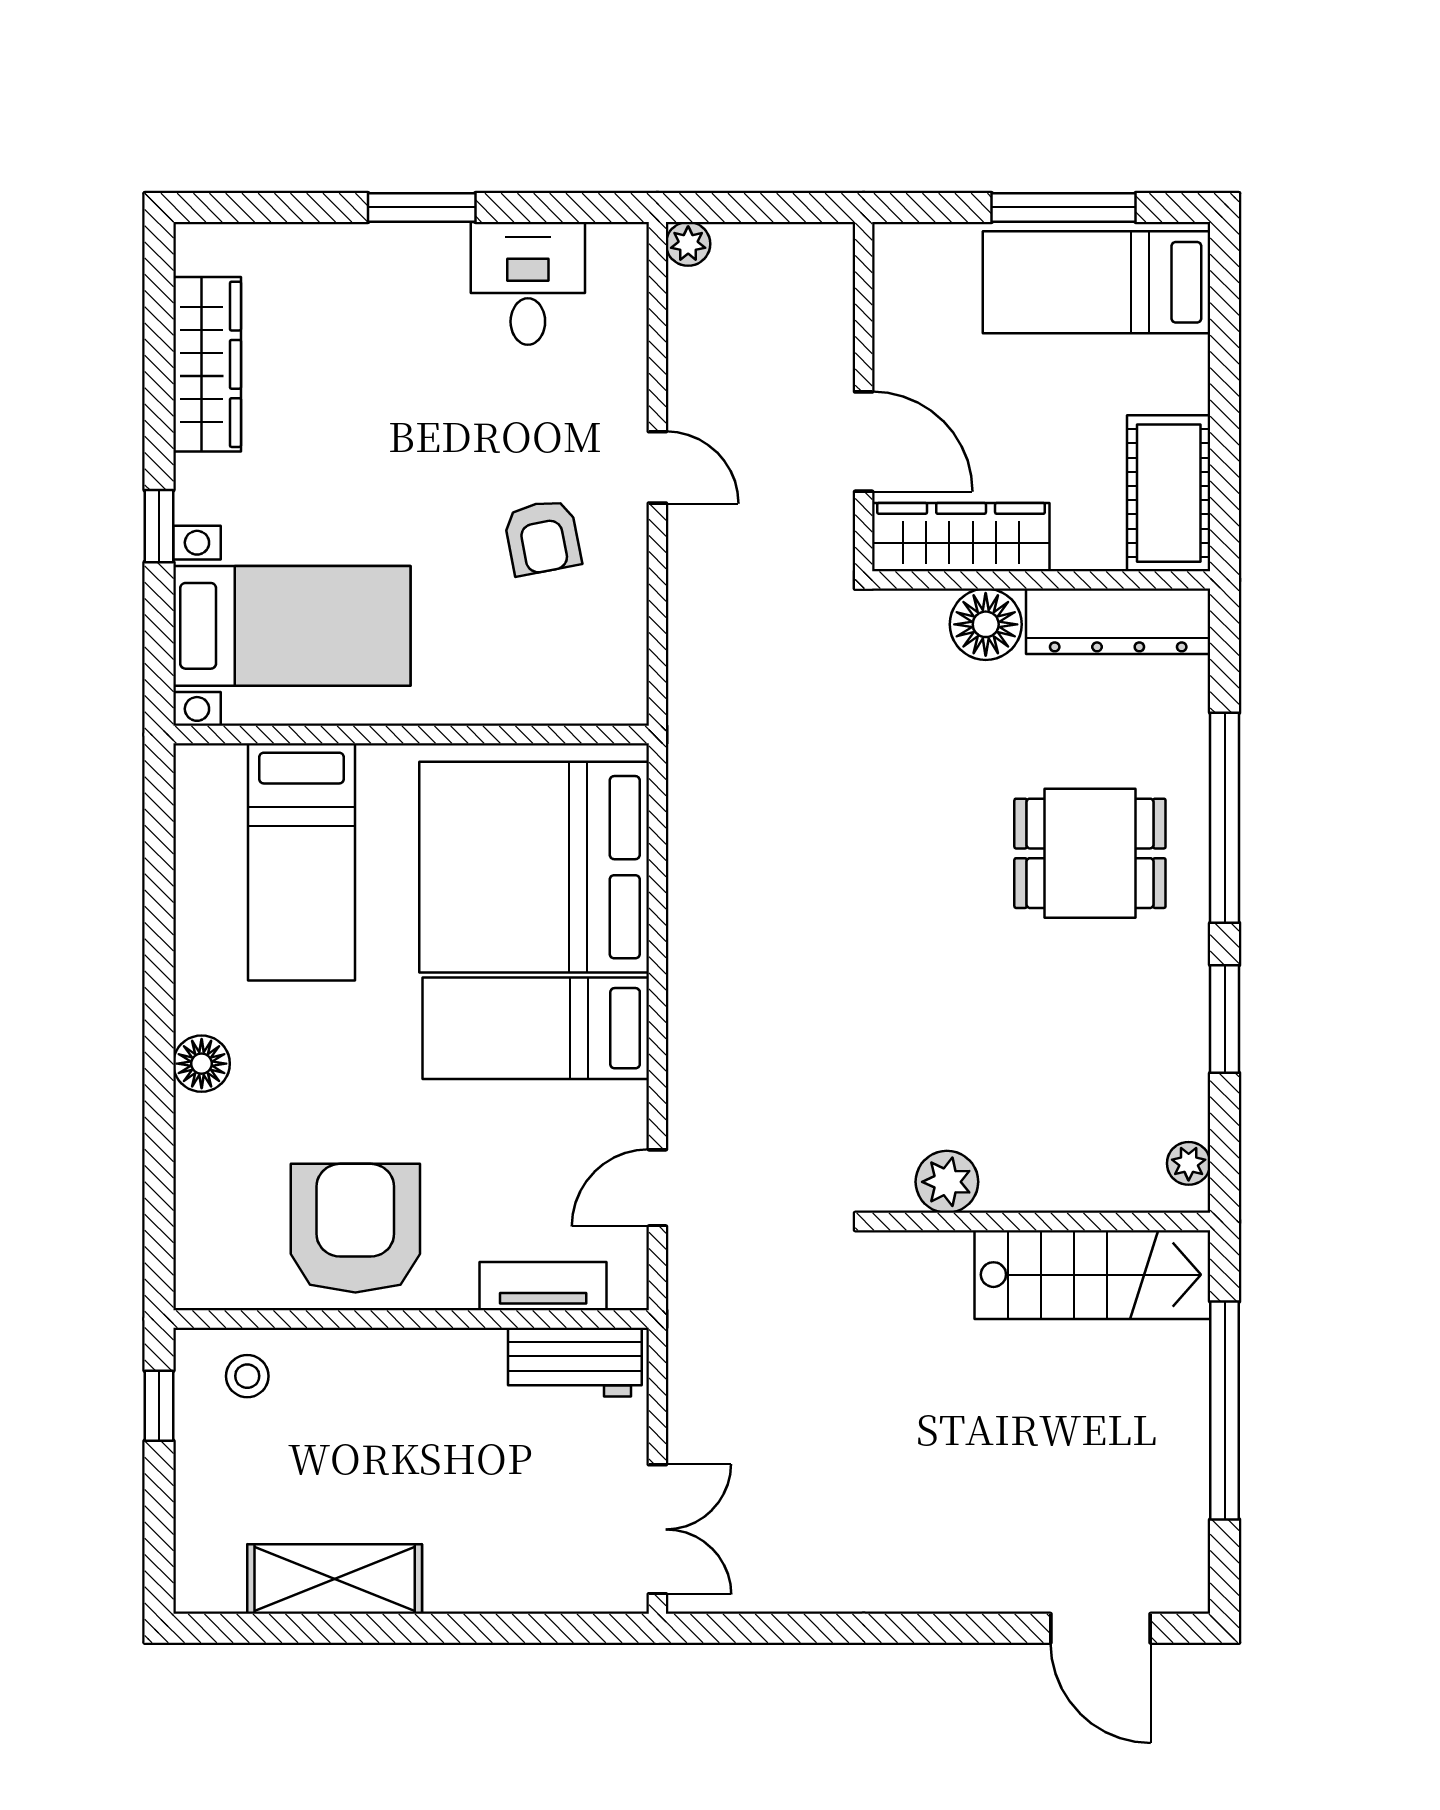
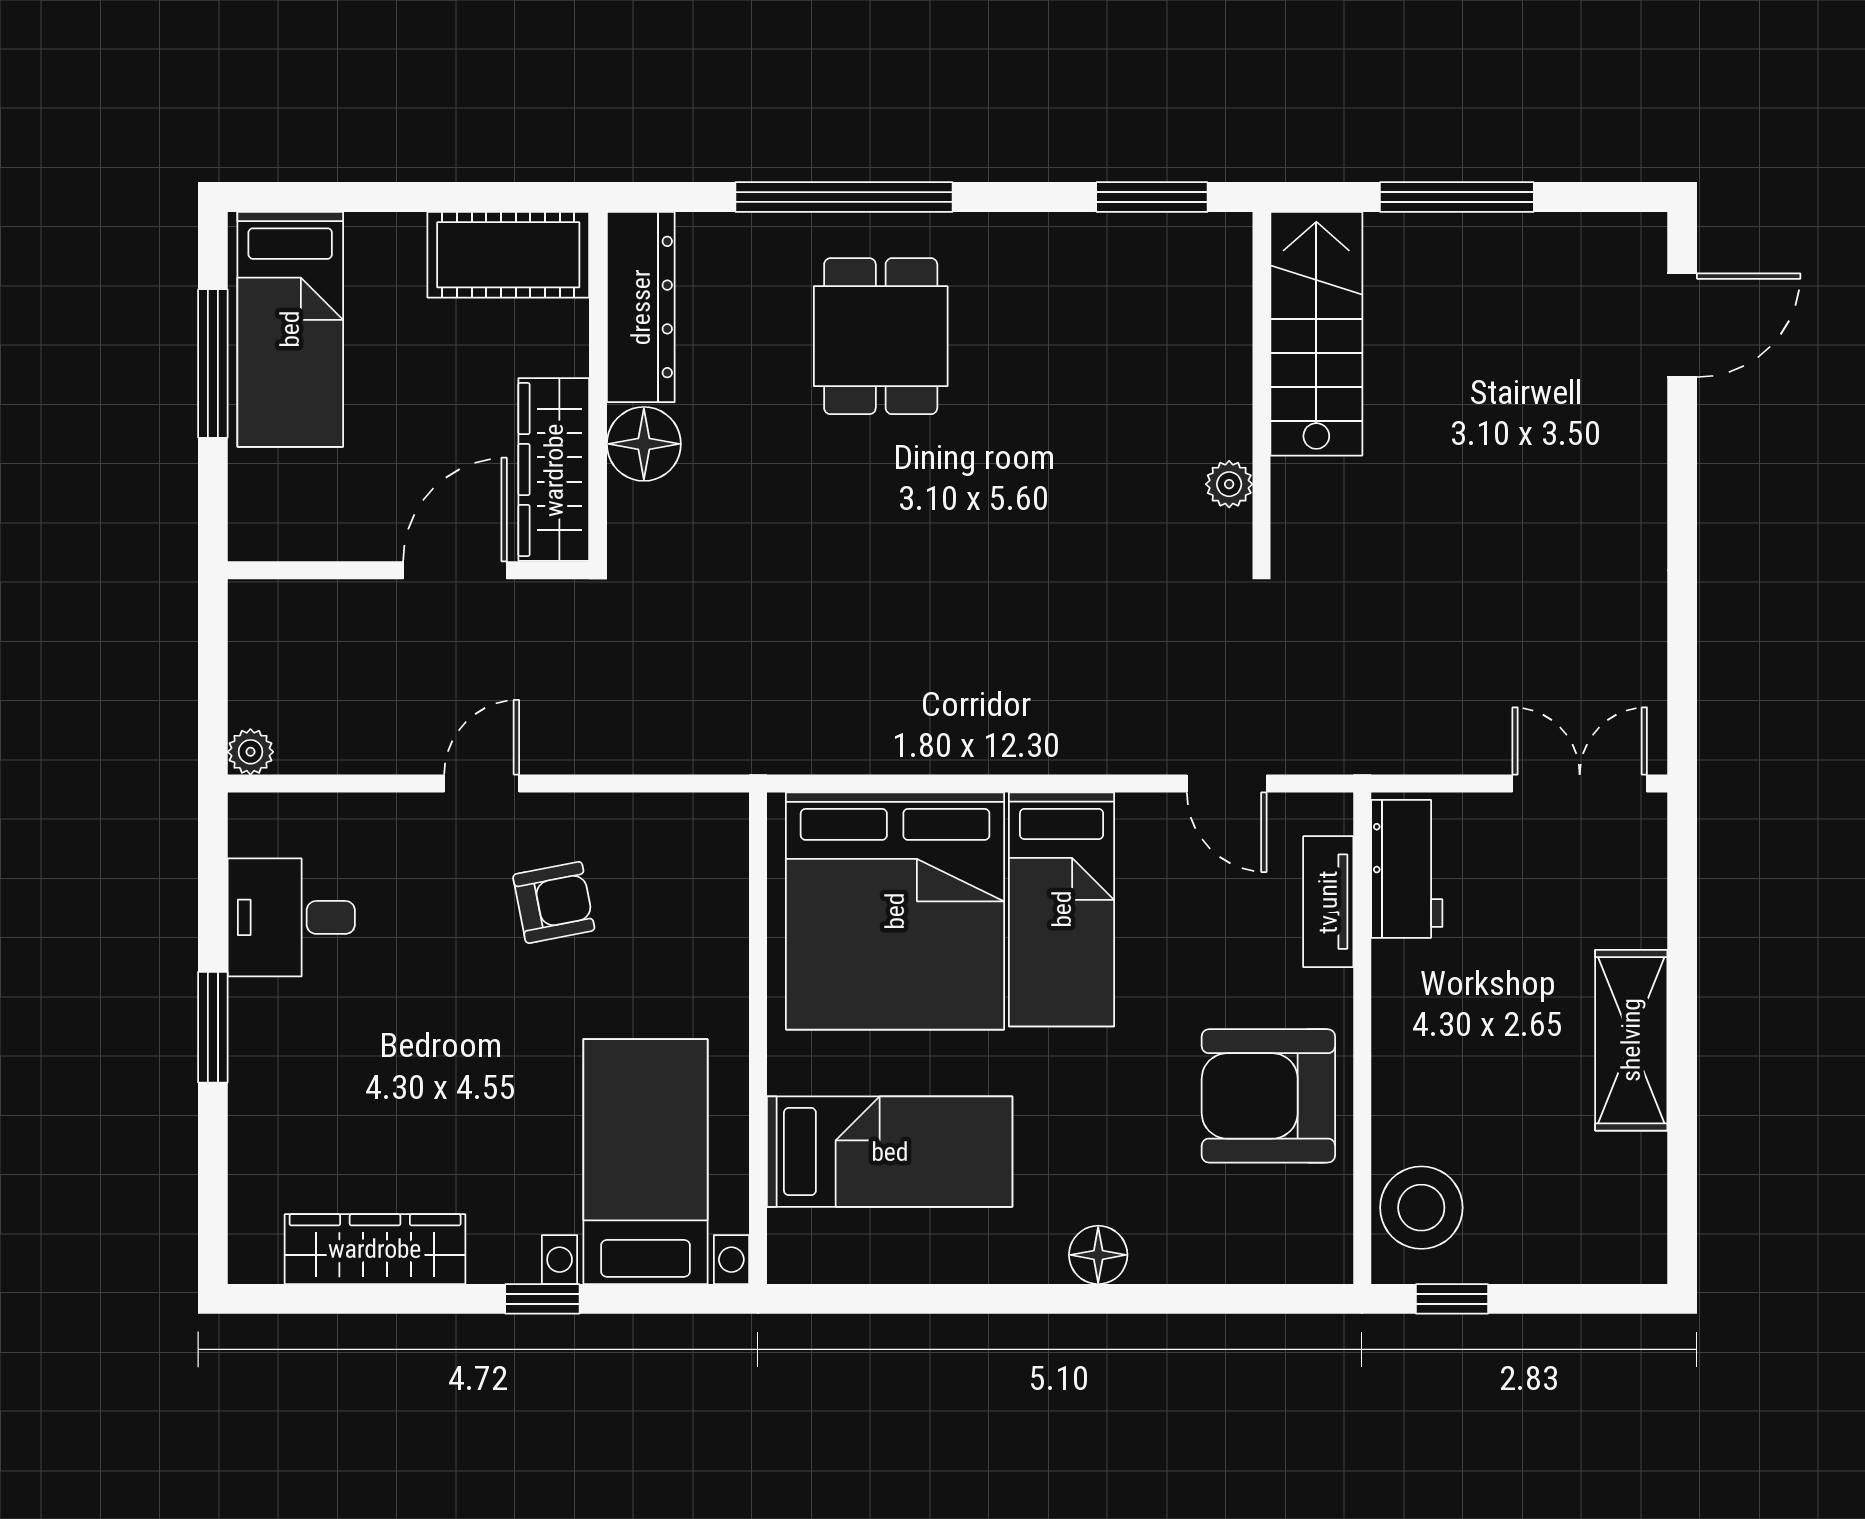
window: (1225, 1019) -> (1152, 197), moved
plant: (1189, 1163) -> (1201, 234), removed
plant: (947, 1182) -> (1229, 484), width x0.73, depth x0.73
stool: (247, 1376) -> (1421, 1208), width x1.89, depth x1.89
window: (1225, 1411) -> (1457, 197), width x0.68
shelving: (335, 1579) -> (1631, 1040), moved

